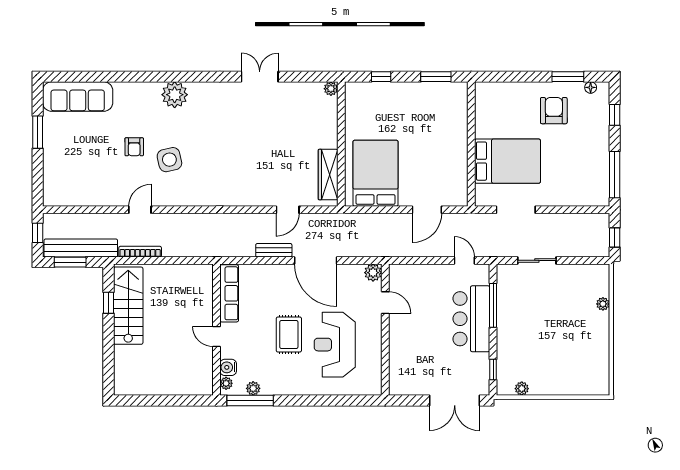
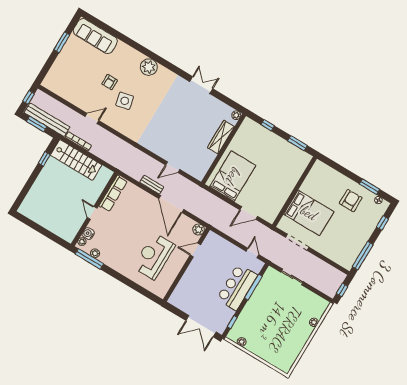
wardrobe: (328, 175) -> (221, 137), moved
door: (385, 303) -> (195, 250), swing flipped
stairs: (128, 306) -> (76, 160), moved, turned 90
rug: (289, 334) -> (132, 236), removed

